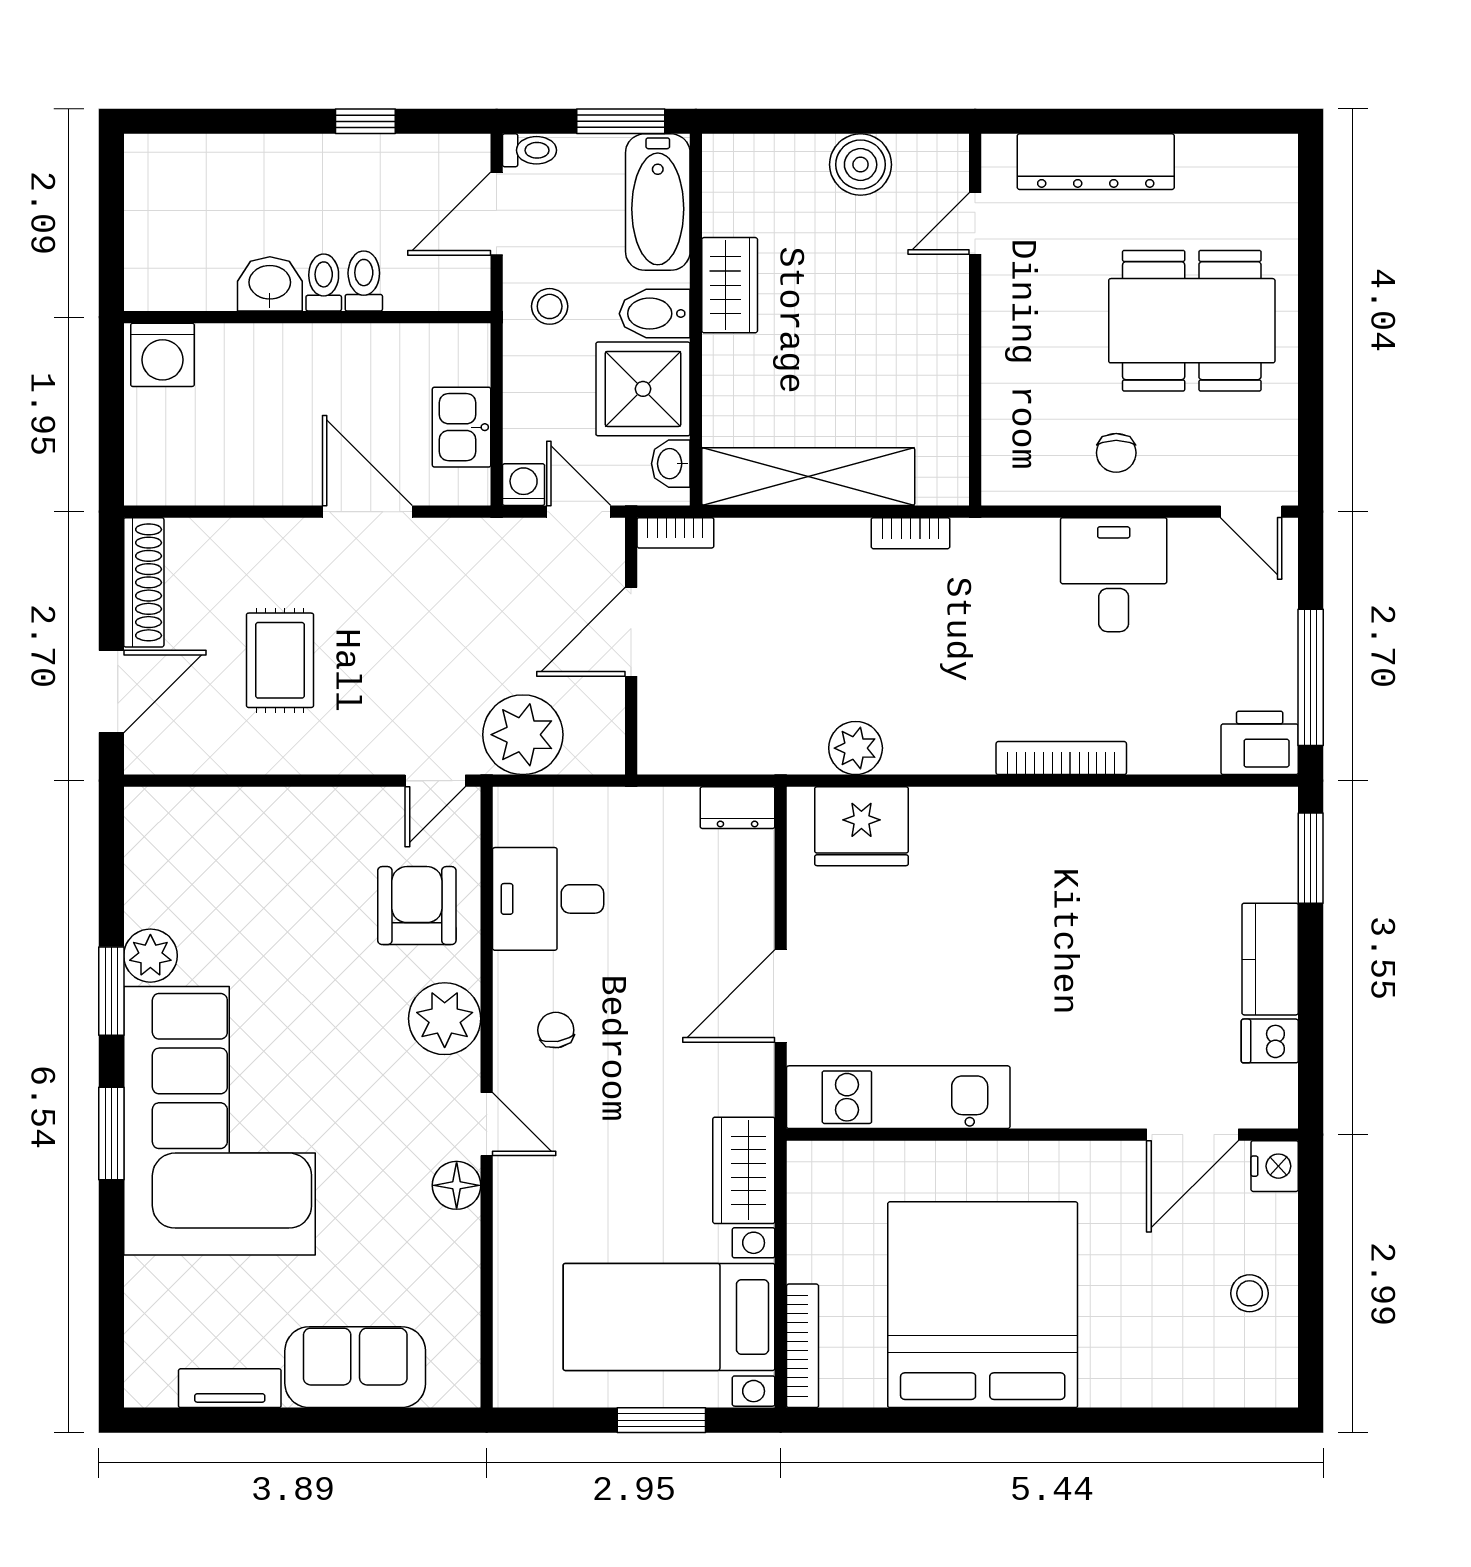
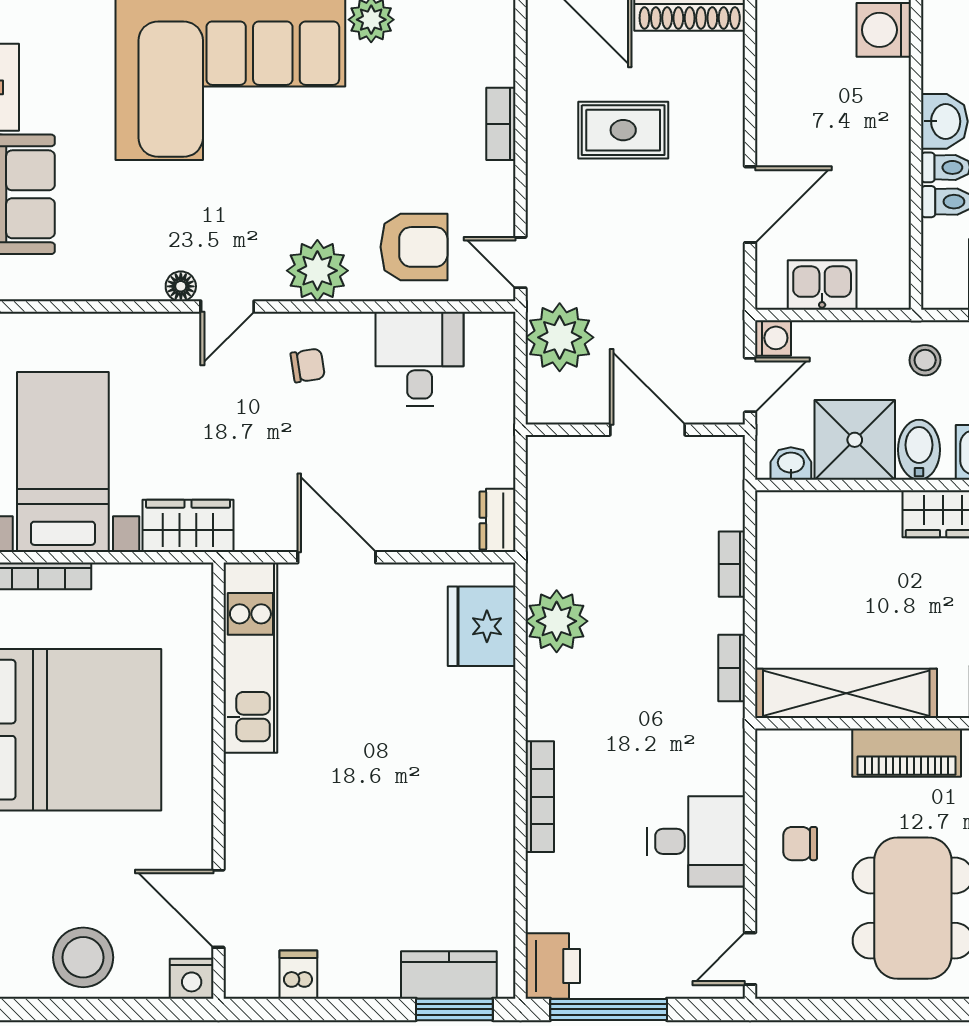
piano: (1010, 328) -> (907, 753), added
shelving: (808, 477) -> (846, 693), moved, turned 90
bookcase: (675, 533) -> (732, 564), moved
plant: (856, 748) -> (557, 621), width x1.36, depth x1.36
bookcase: (273, 804) -> (501, 124), added
kitchen counter: (1270, 959) -> (449, 975), moved
floor lamp: (457, 1185) -> (181, 286), width x0.73, depth x0.73
stool: (1250, 1293) -> (83, 957), width x1.89, depth x1.89

